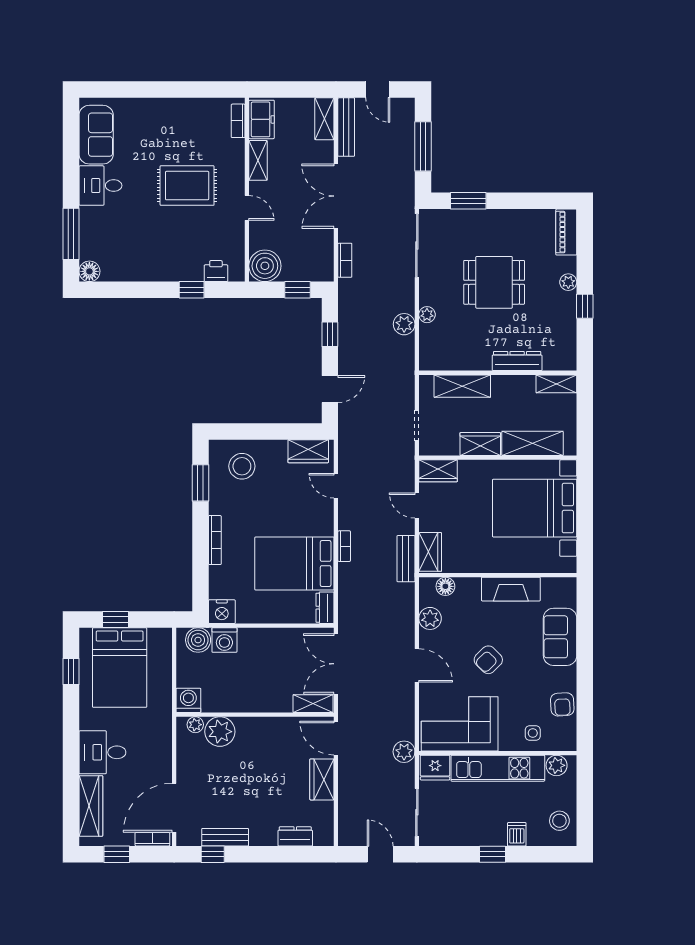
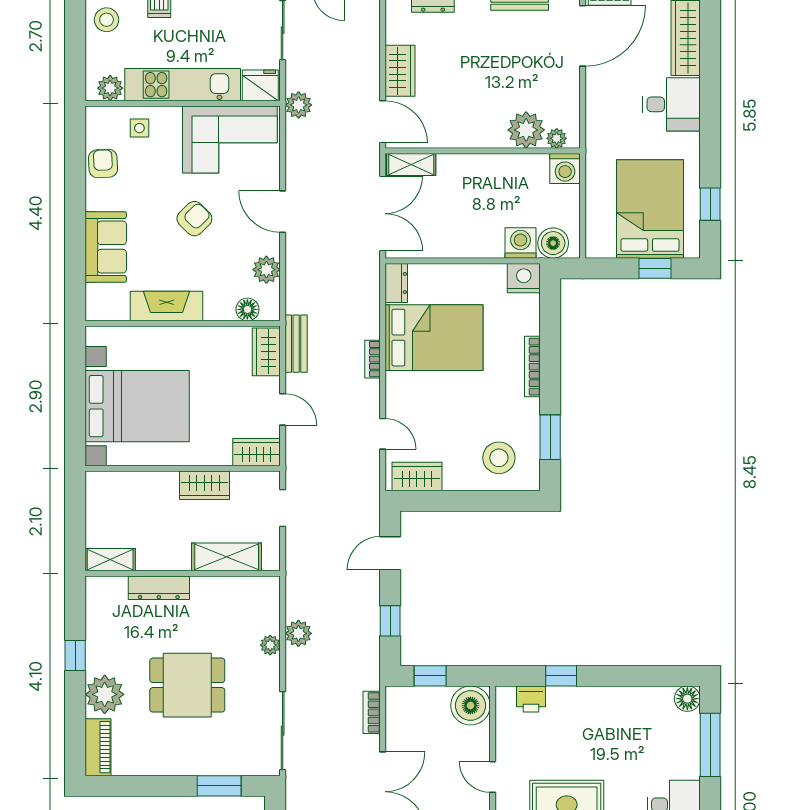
plant: (568, 282) -> (105, 694), width x1.87, depth x1.87
shelving: (533, 443) -> (140, 486), removed

